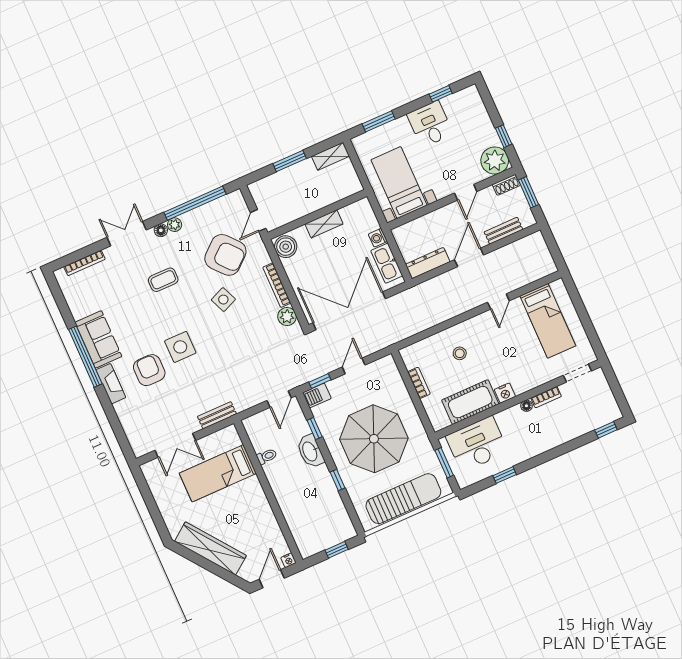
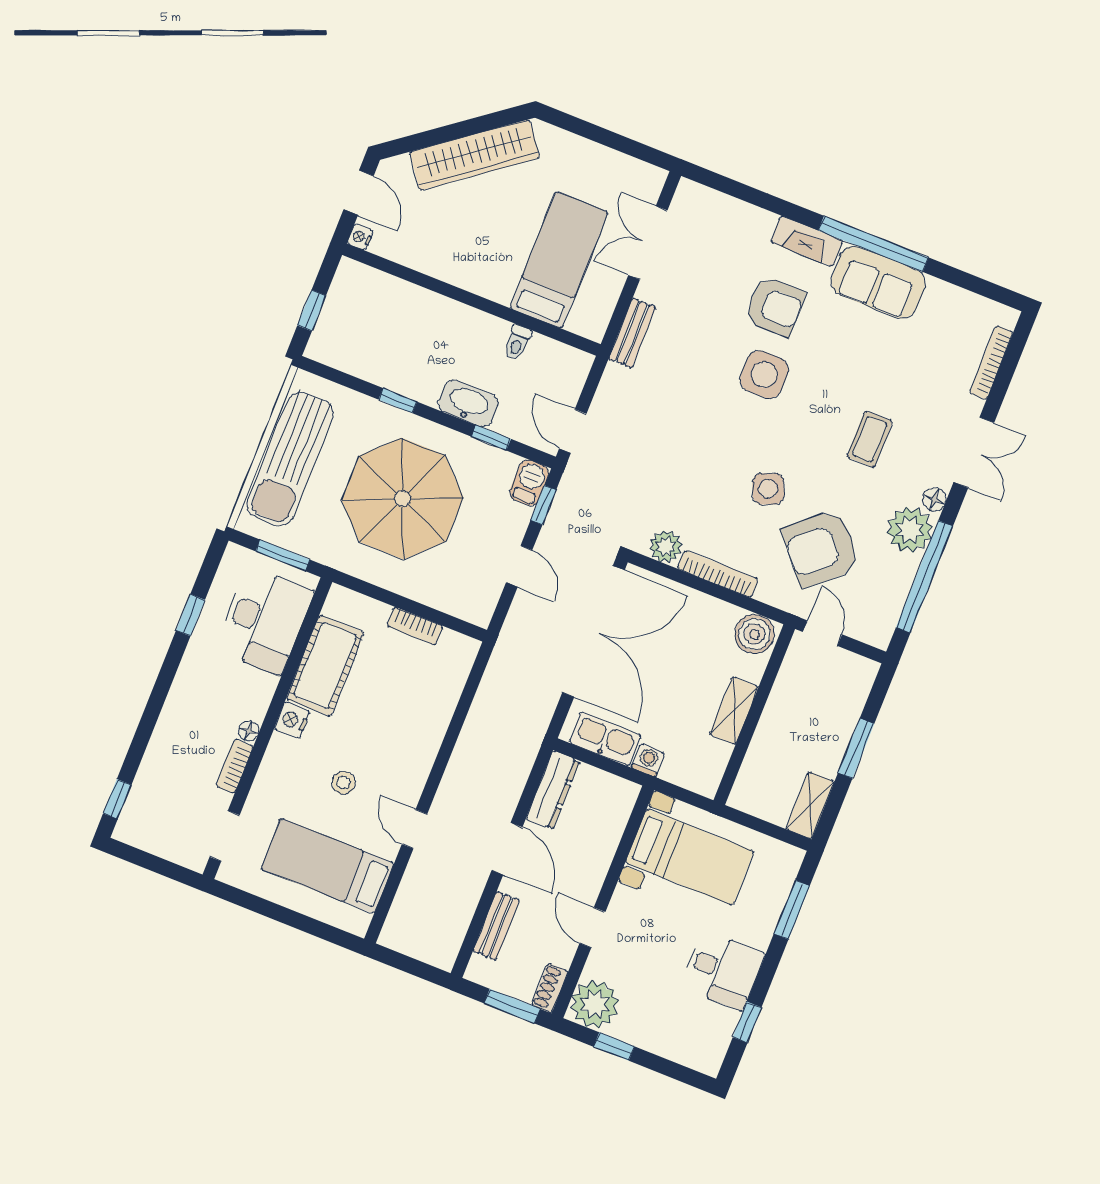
plant: (175, 225) -> (910, 530), width x1.88, depth x1.88
stool: (460, 353) -> (344, 783), moved

